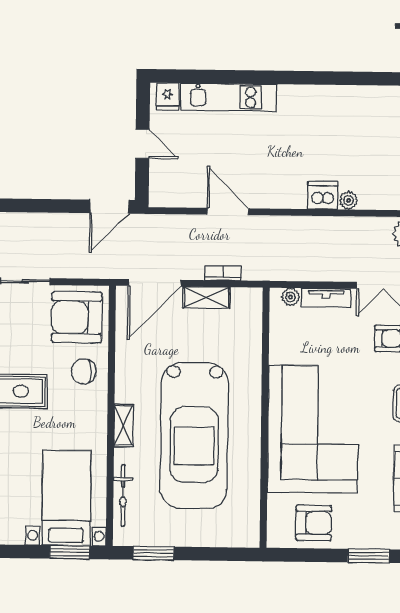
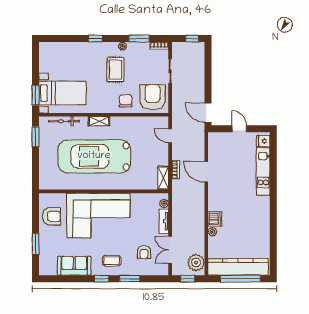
door: (142, 144) -> (239, 129), swing flipped
door: (228, 211) -> (206, 172), swing flipped
door: (155, 283) -> (170, 136), width x0.53
shelving: (206, 298) -> (163, 178), moved
armchair: (314, 523) -> (52, 216), turned -90

